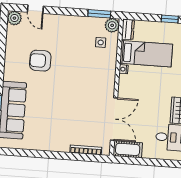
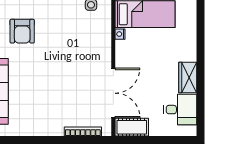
armchair: (40, 61) -> (22, 31), turned -90

